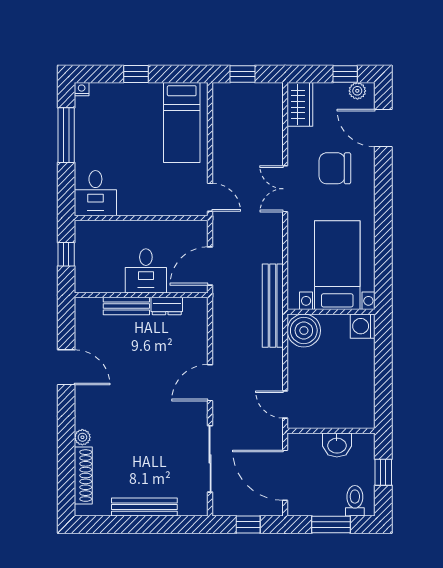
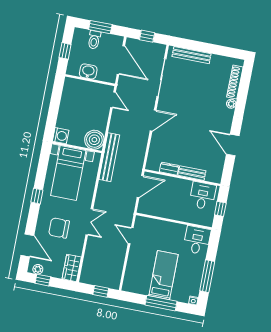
window: (136, 74) -> (161, 303), width x2.17
bed: (182, 123) -> (164, 275), moved
chair: (335, 168) -> (59, 228), turned 180
door: (210, 197) -> (131, 236), moved
window: (383, 215) -> (37, 196), added
desk: (146, 271) -> (203, 196), moved
toilet: (355, 501) -> (94, 40), moved
bench: (144, 507) -> (192, 55), moved

